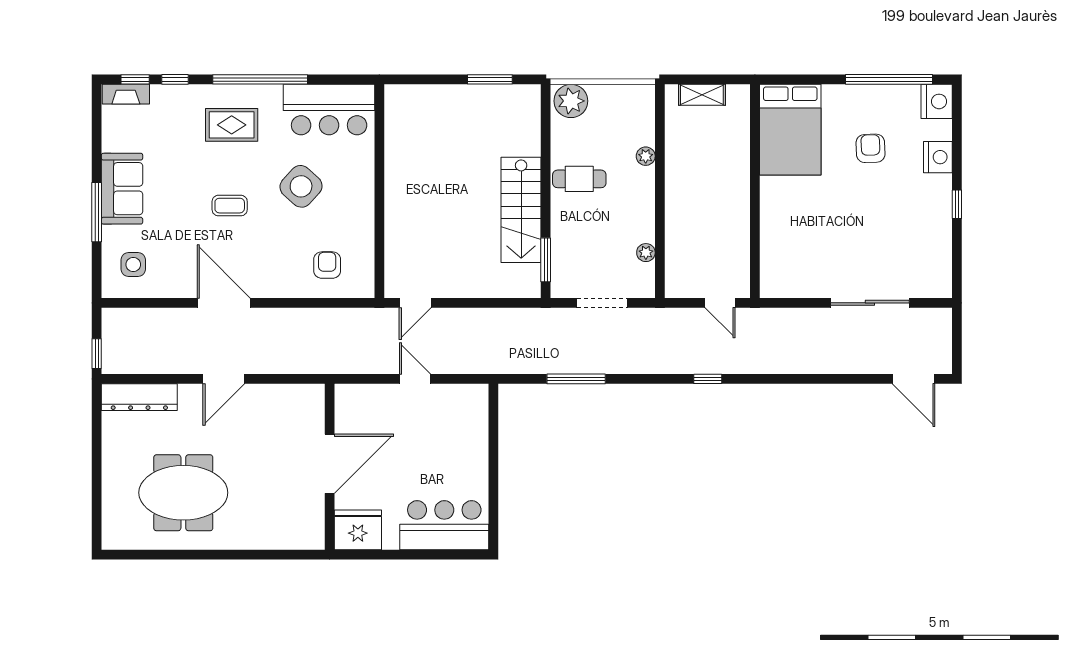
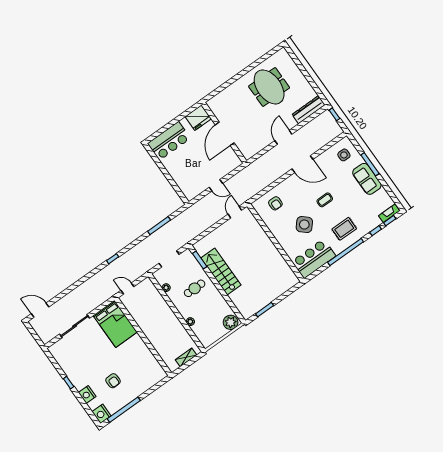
bed: (790, 130) -> (115, 324), moved, turned 180
cafe table: (579, 179) -> (195, 288), moved
meeting table: (183, 493) -> (269, 87), turned 90

